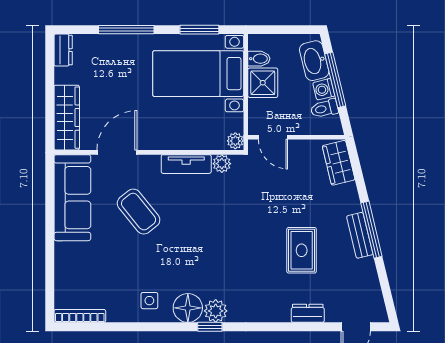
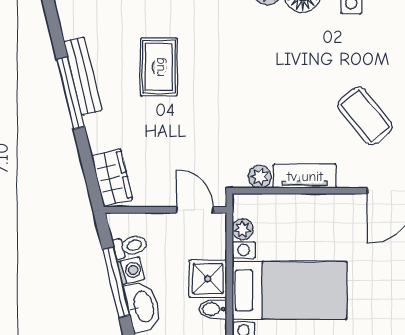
plant: (235, 141) -> (243, 229), moved
bench: (360, 235) -> (83, 76), width x1.36

